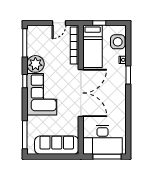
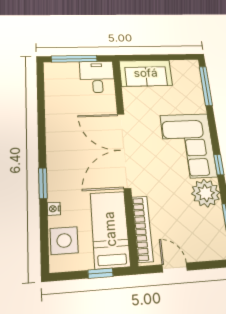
door: (59, 23) -> (175, 267), hinge flipped
desk: (103, 140) -> (97, 77), width x0.53, depth x0.77
sofa: (57, 145) -> (146, 73), width x0.73

